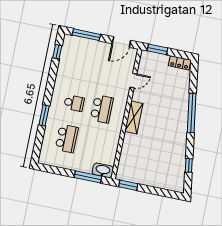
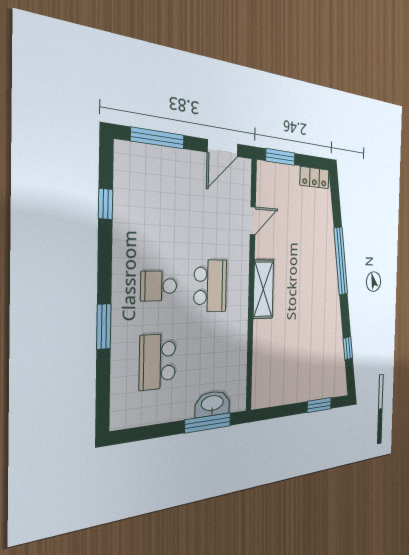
window: (57, 52) -> (106, 204), moved
school desk: (74, 103) -> (159, 286), turned 180
school desk: (67, 138) -> (157, 362), turned 180
washbasin: (103, 170) -> (212, 404), moved
window: (128, 185) -> (319, 405), moved

